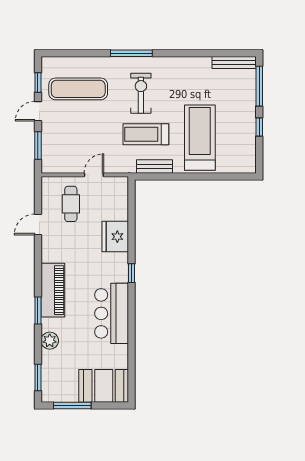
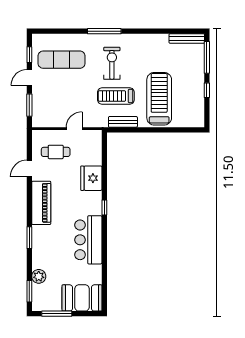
cafe table: (71, 204) -> (56, 152), turned 90
piano: (53, 290) -> (41, 203), moved
plant: (50, 341) -> (39, 276), moved

